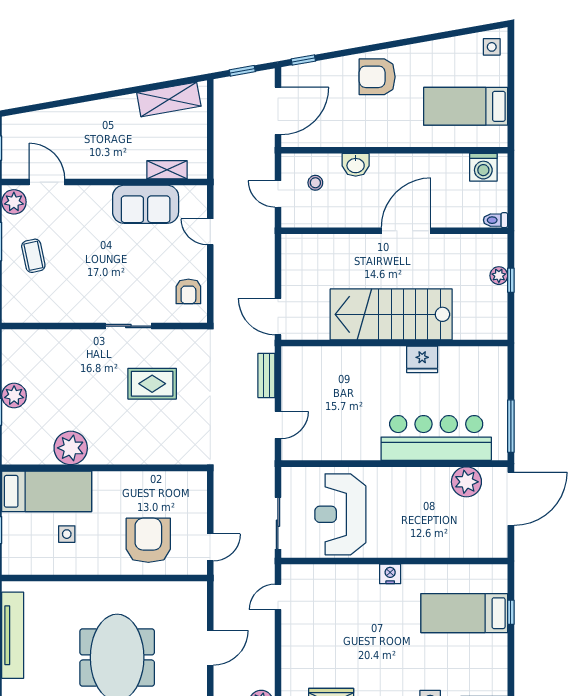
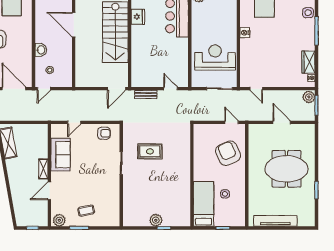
shelving: (167, 170) -> (43, 169), moved
door: (47, 182) -> (49, 191), moved
door: (278, 194) -> (44, 89), moved
rug: (152, 384) -> (150, 151), turned 90
plant: (71, 448) -> (182, 192), removed
reception desk: (340, 514) -> (215, 57), turned 180
armchair: (148, 540) -> (228, 153), turned 66

